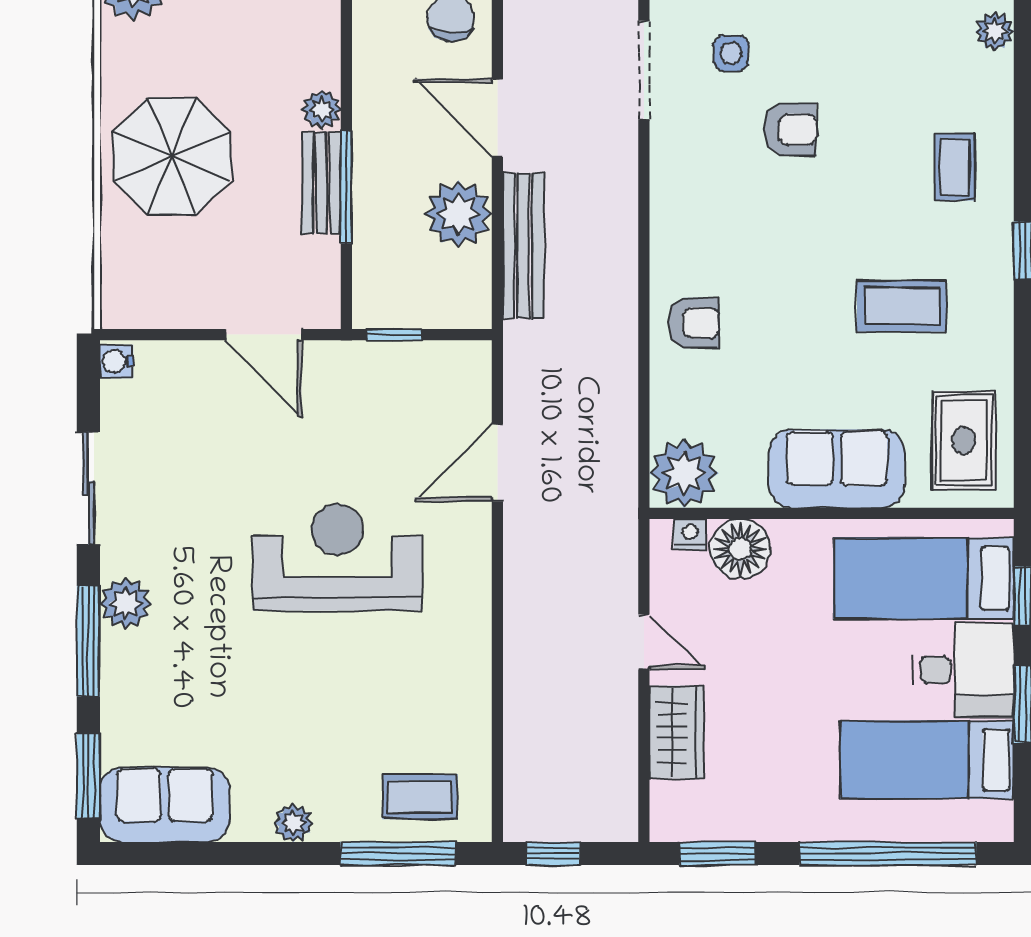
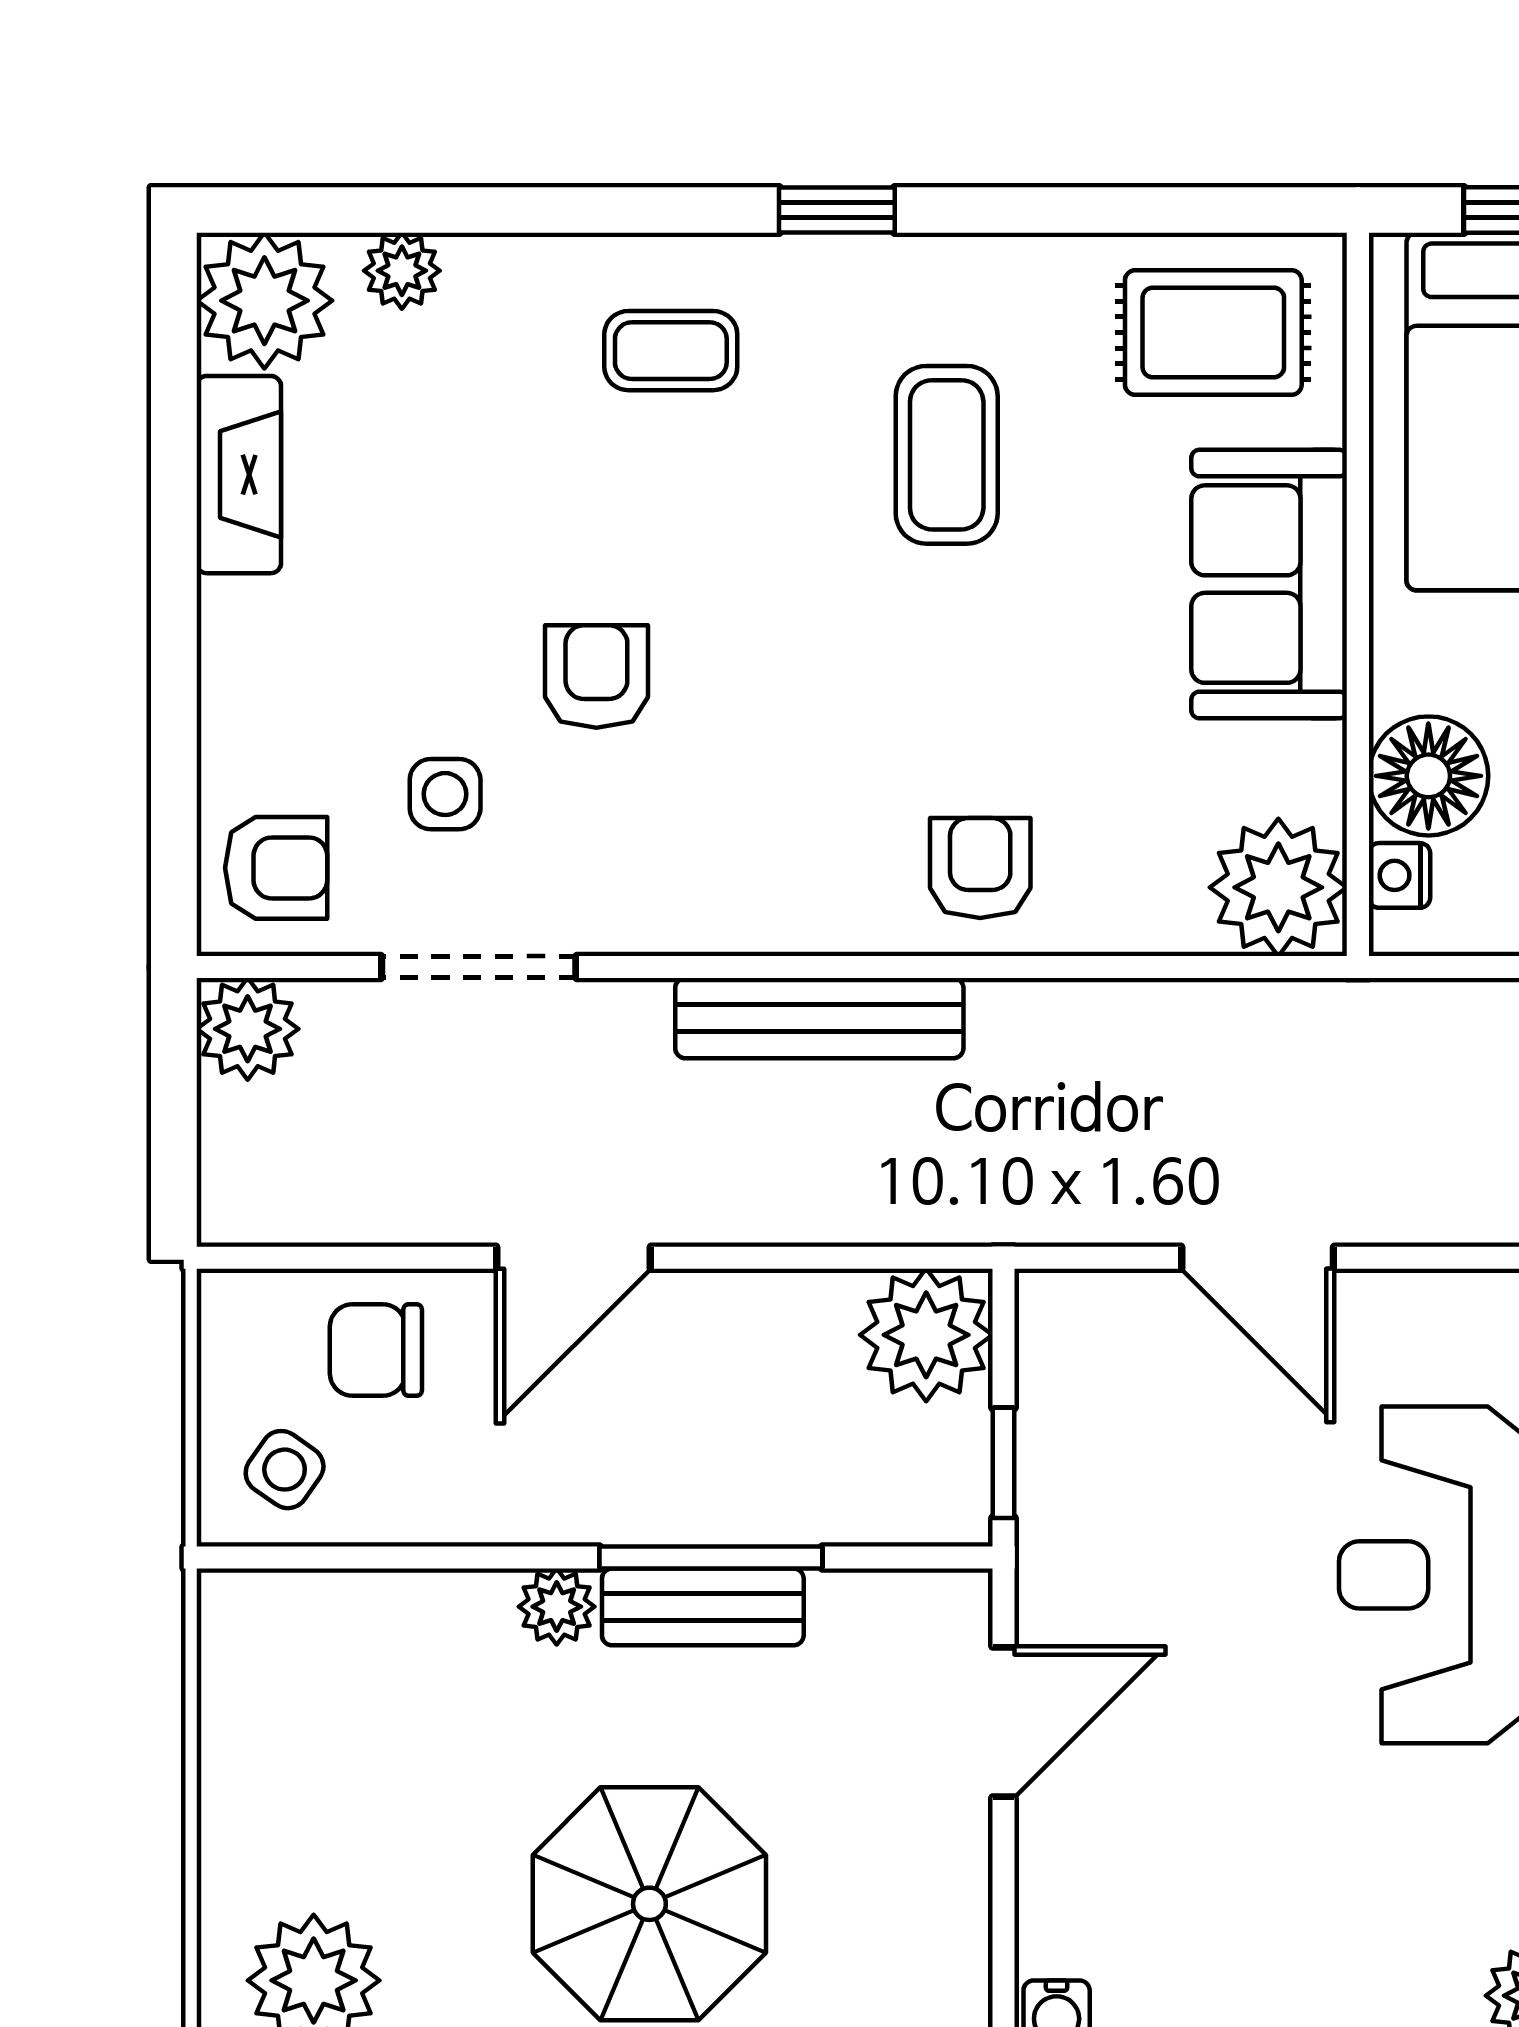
plant: (458, 214) -> (926, 1335), moved
bench: (523, 246) -> (819, 1018), moved

